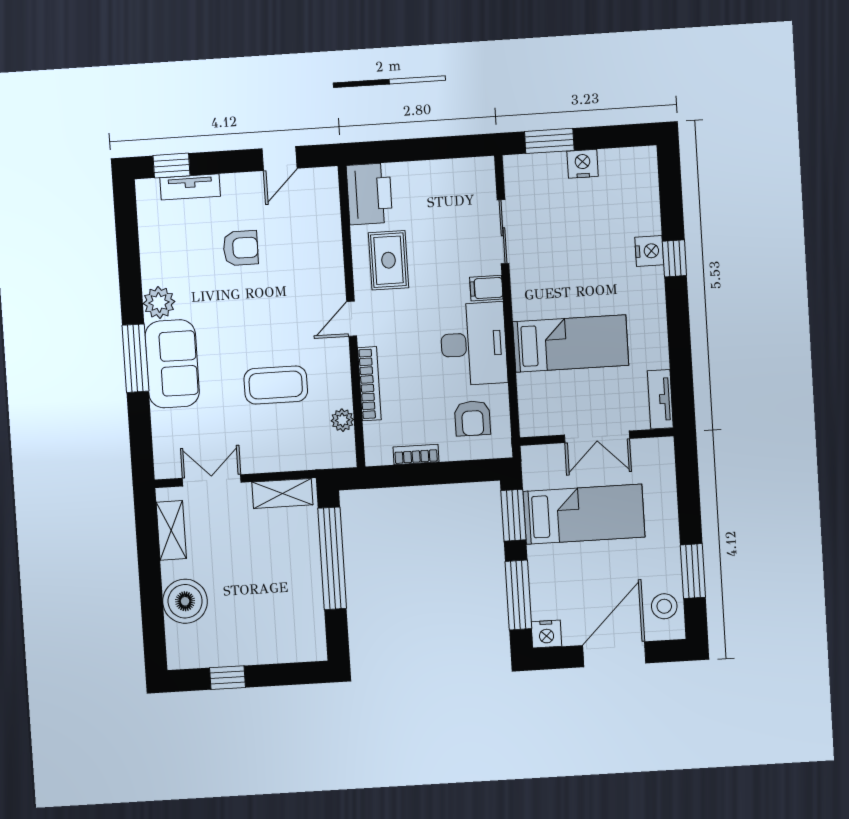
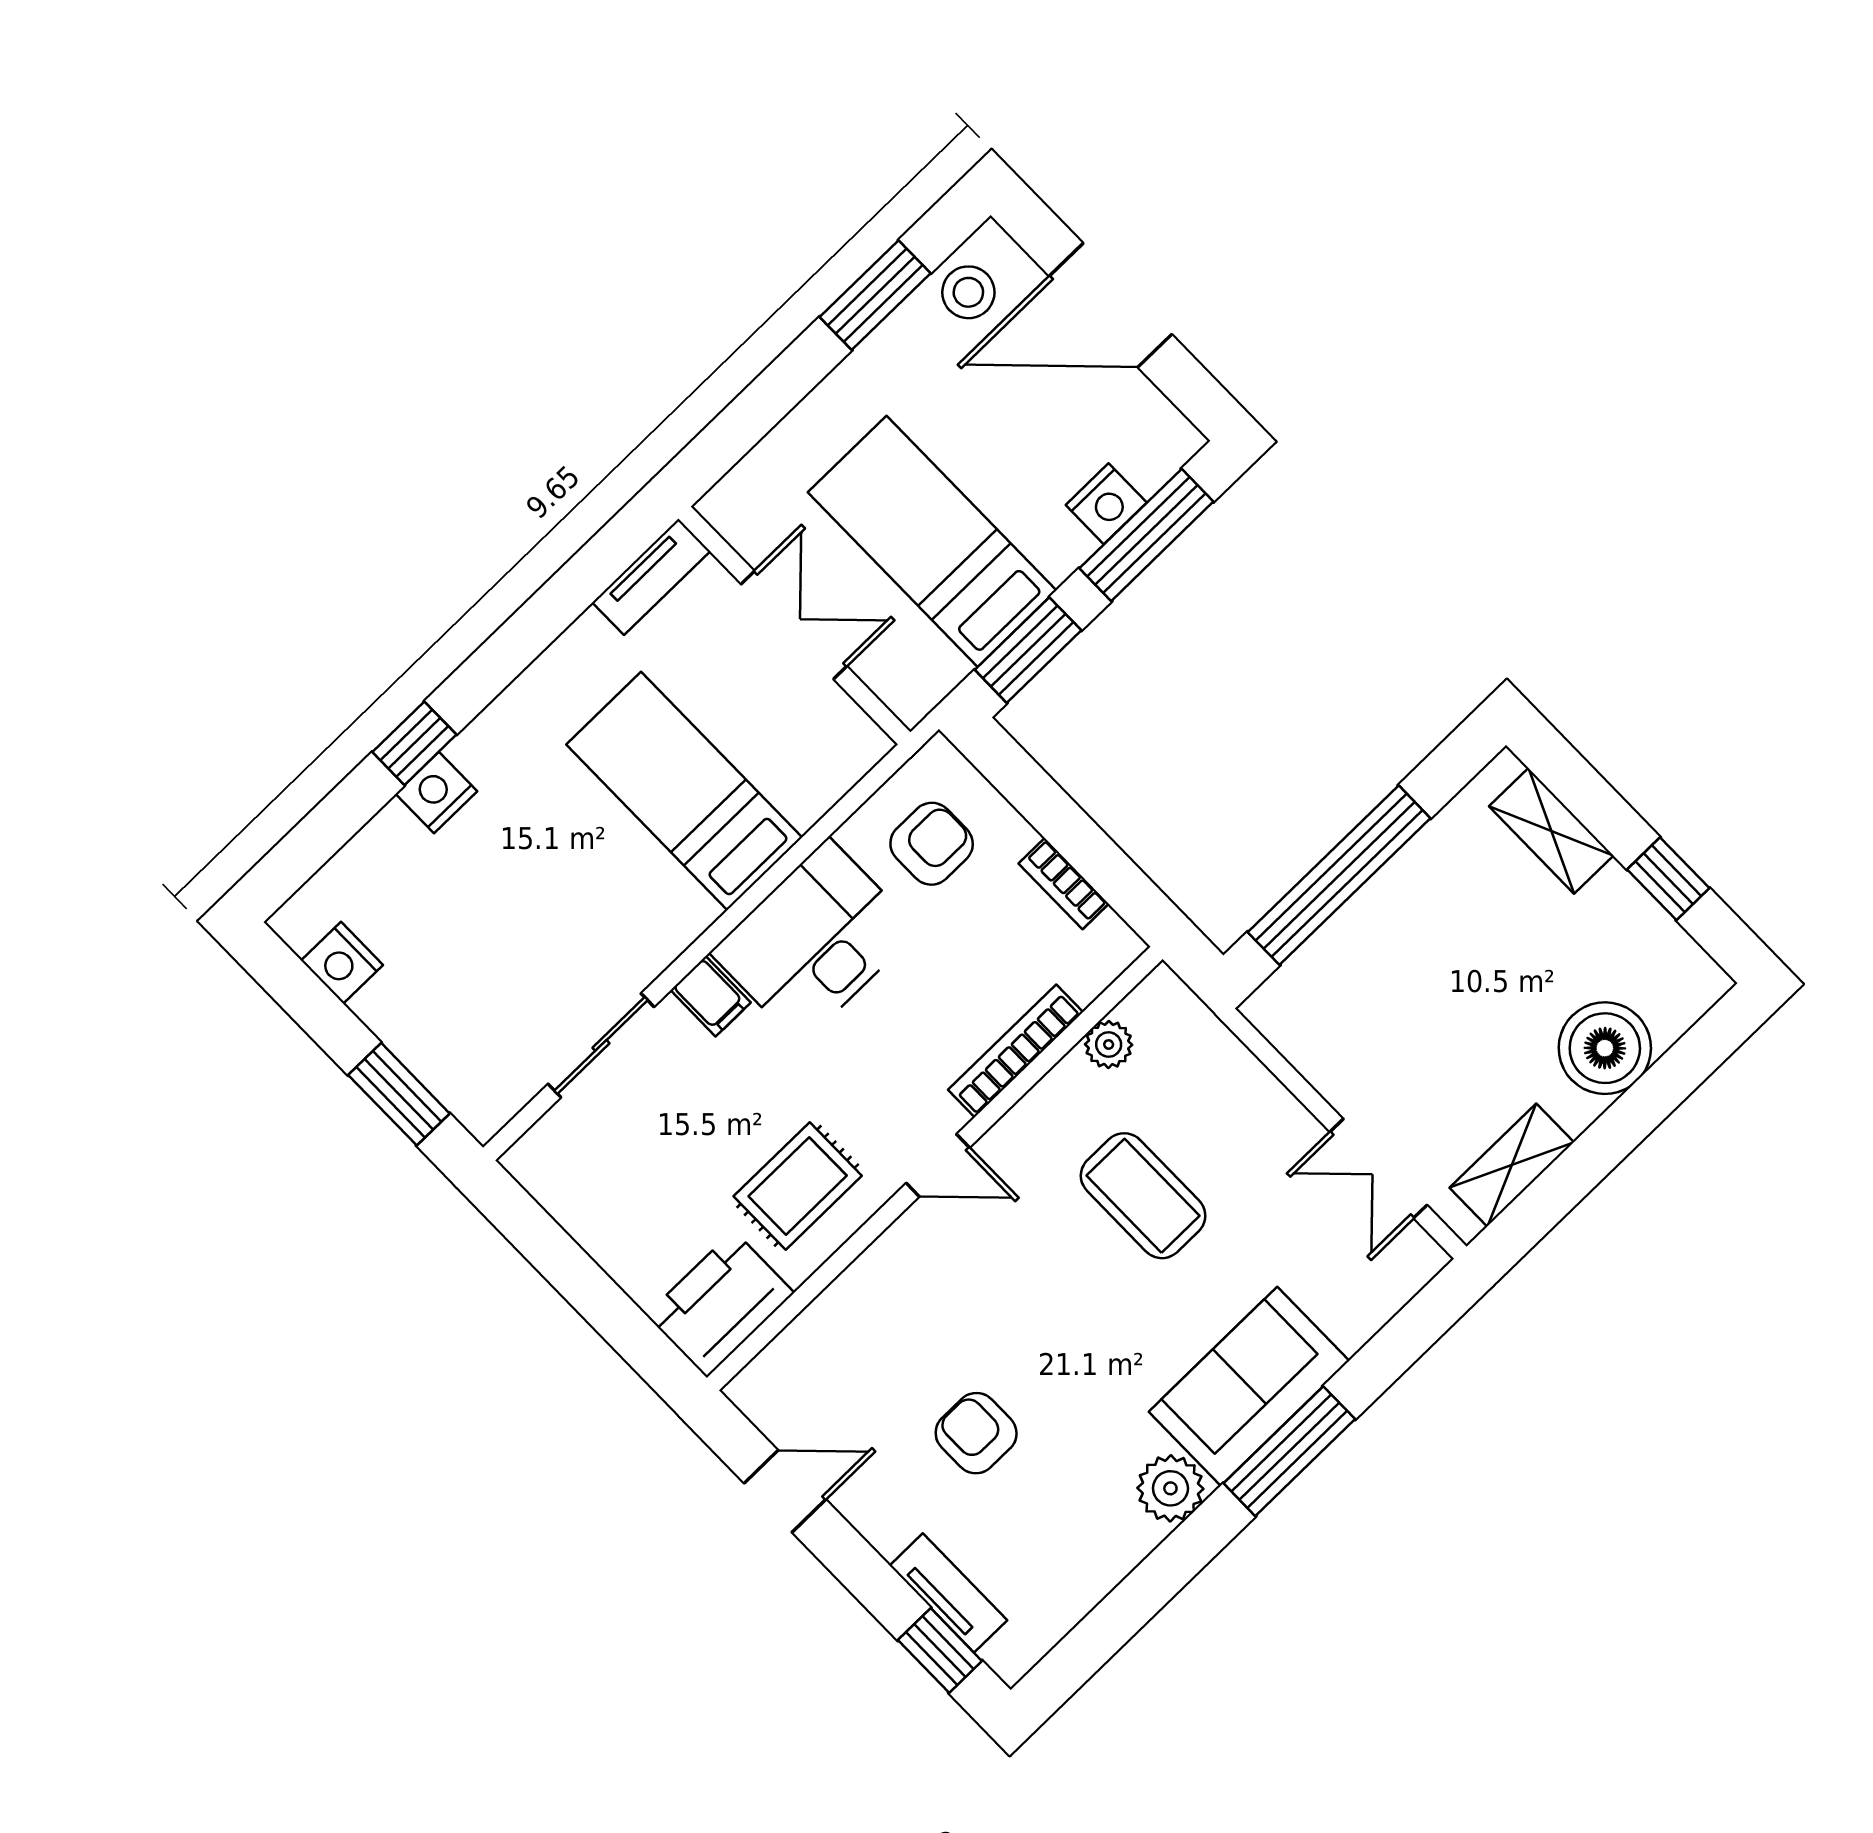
nightstand: (583, 164) -> (342, 963), moved
shelving: (282, 493) -> (1551, 831), moved
nightstand: (546, 634) -> (1106, 504), moved, turned 90

